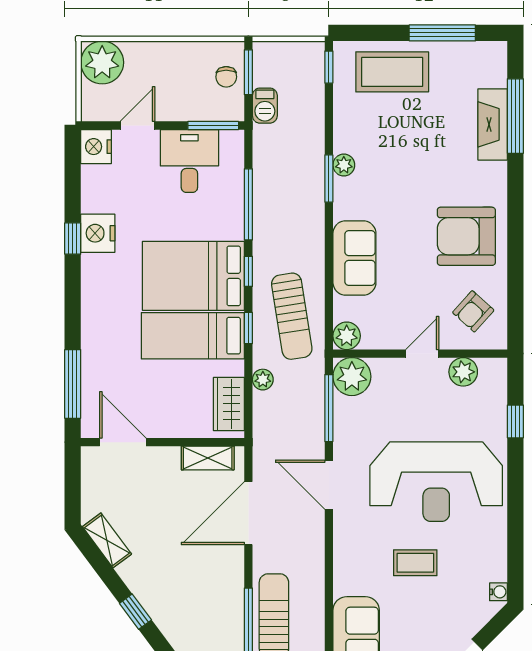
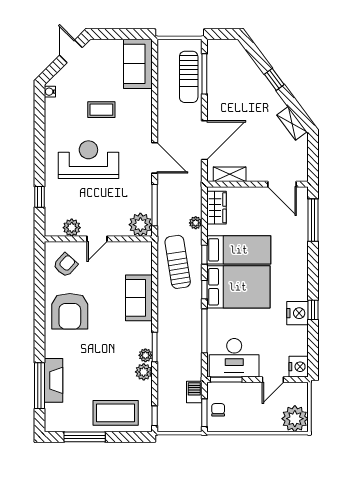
desk: (189, 161) -> (234, 358), width x1.37
armchair: (466, 236) -> (70, 311), turned 90
plant: (347, 336) -> (144, 372), moved
reception desk: (436, 482) -> (88, 160), width x0.74, depth x0.77

